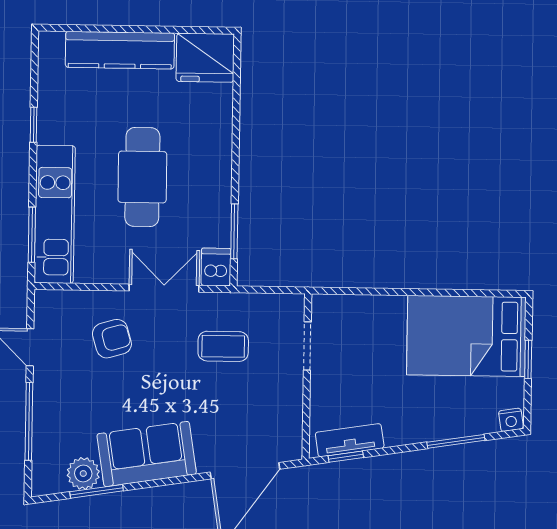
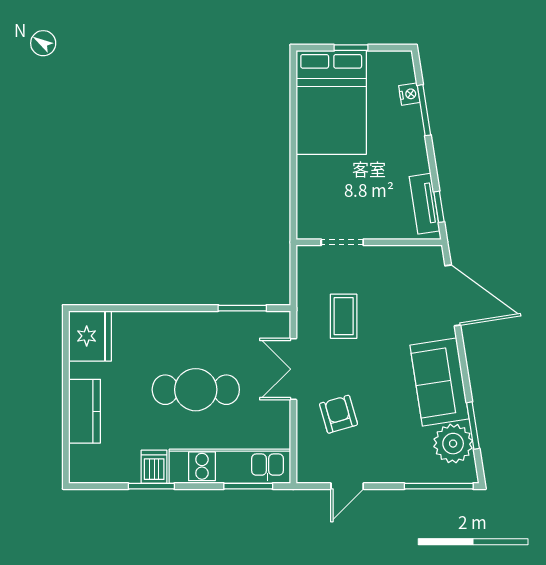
kitchen counter: (120, 50) -> (85, 411), width x0.67
window: (34, 125) -> (151, 486), width x1.50
dishwasher: (216, 267) -> (154, 467), moved, turned 90
nightstand: (511, 420) -> (409, 94), moved
window: (29, 421) -> (439, 486), moved
plant: (83, 473) -> (453, 444), width x1.36, depth x1.36

